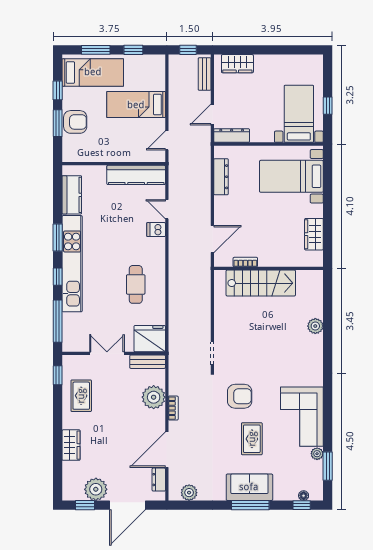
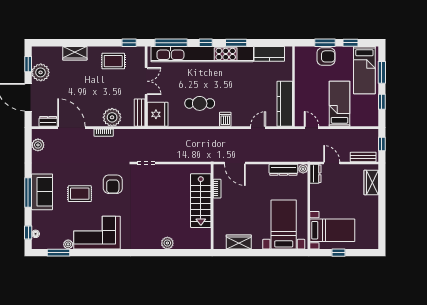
armchair: (75, 122) -> (326, 56), turned -90
dresser: (232, 136) -> (315, 174), width x0.70
plant: (220, 151) -> (303, 169), added
dishwasher: (156, 230) -> (225, 119), moved
kitchen unit: (72, 264) -> (202, 54), width x1.36

